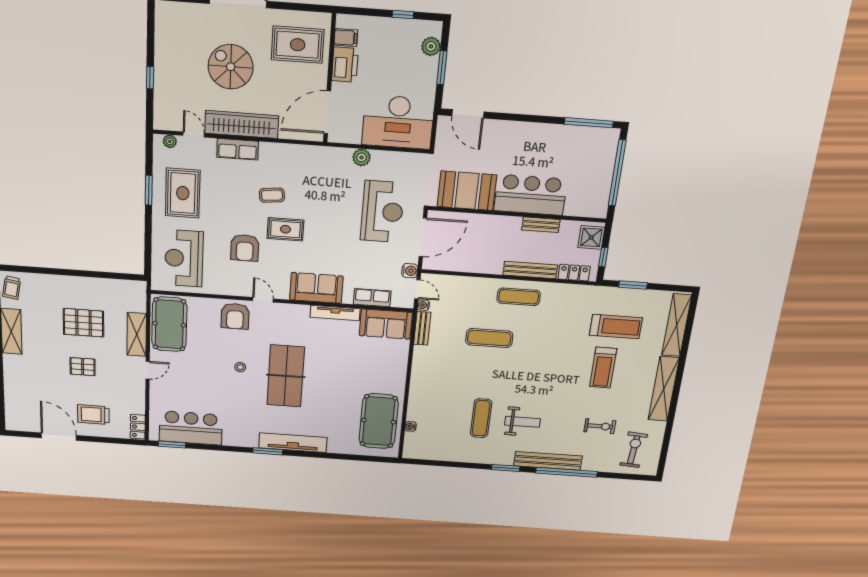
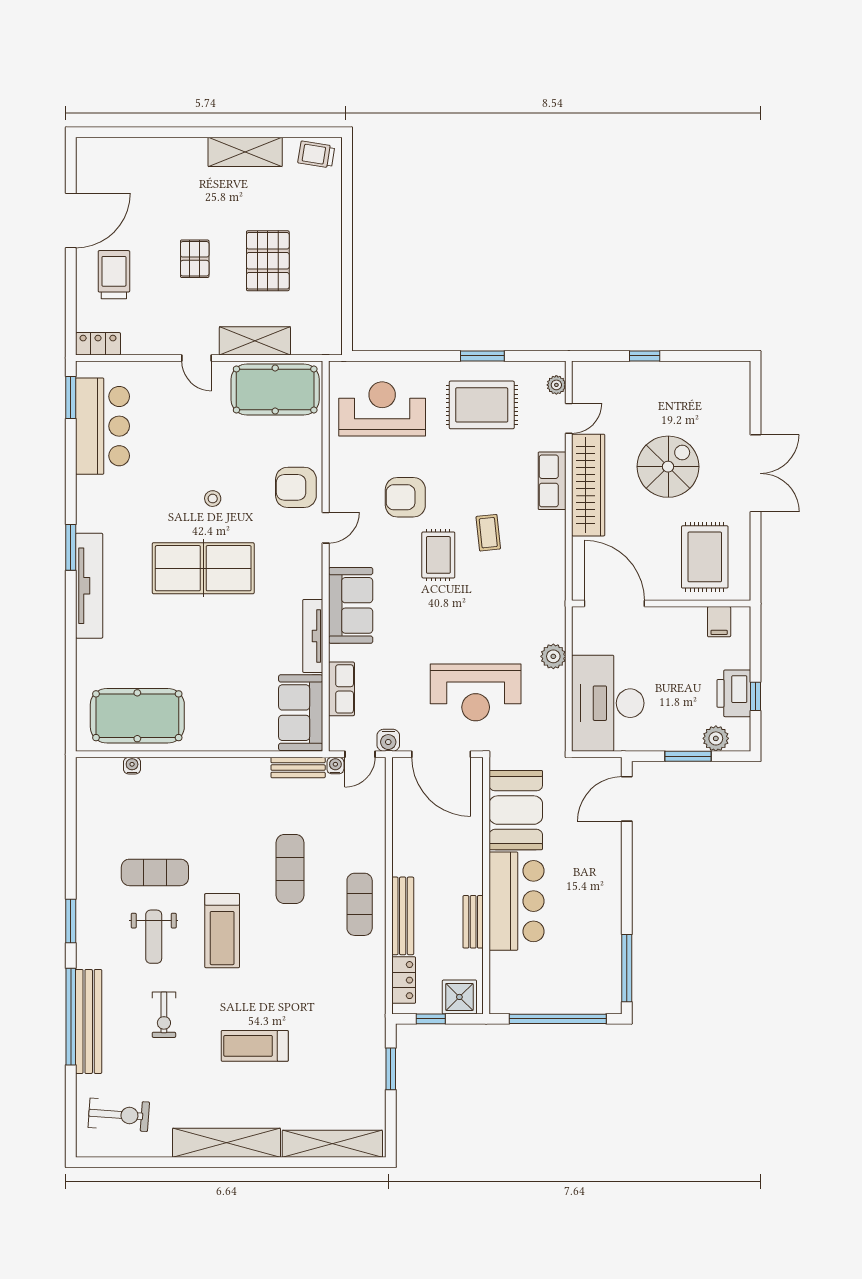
printer: (345, 65) -> (734, 693), moved, turned 90
treadmill: (616, 327) -> (222, 931), moved
exercise bike: (600, 426) -> (164, 1015), moved
bench: (548, 461) -> (89, 1021), moved

